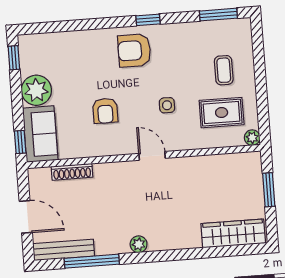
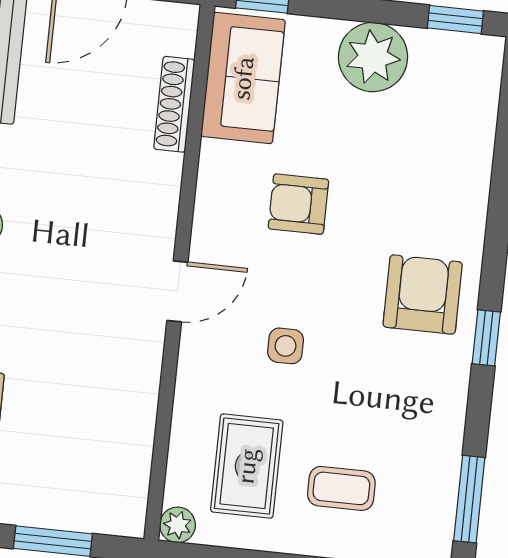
sofa: (40, 134) -> (243, 78), moved, turned -90

